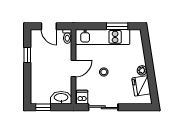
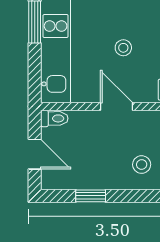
door: (49, 26) -> (35, 154), hinge flipped
stool: (43, 81) -> (142, 165), added

